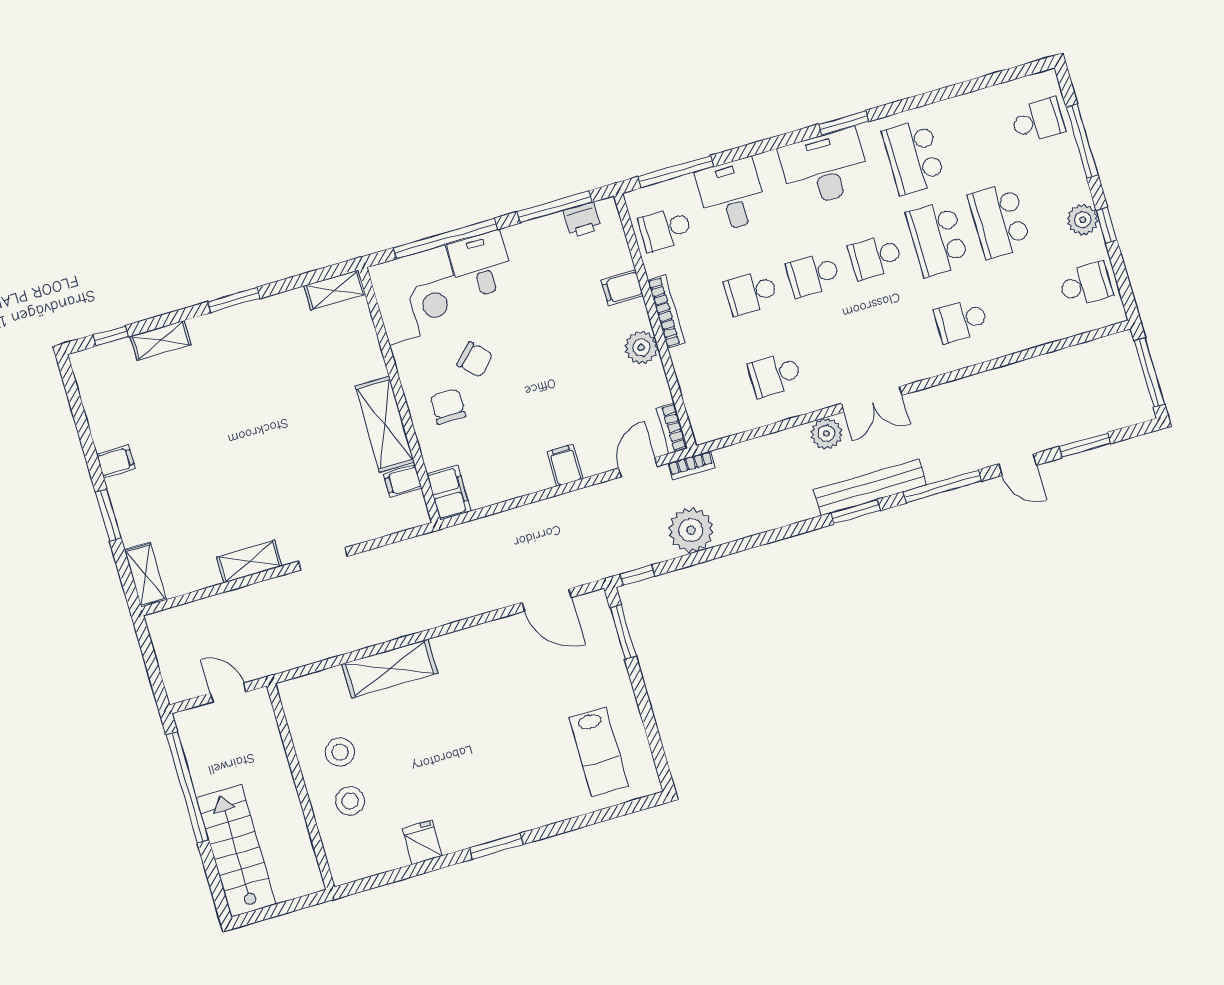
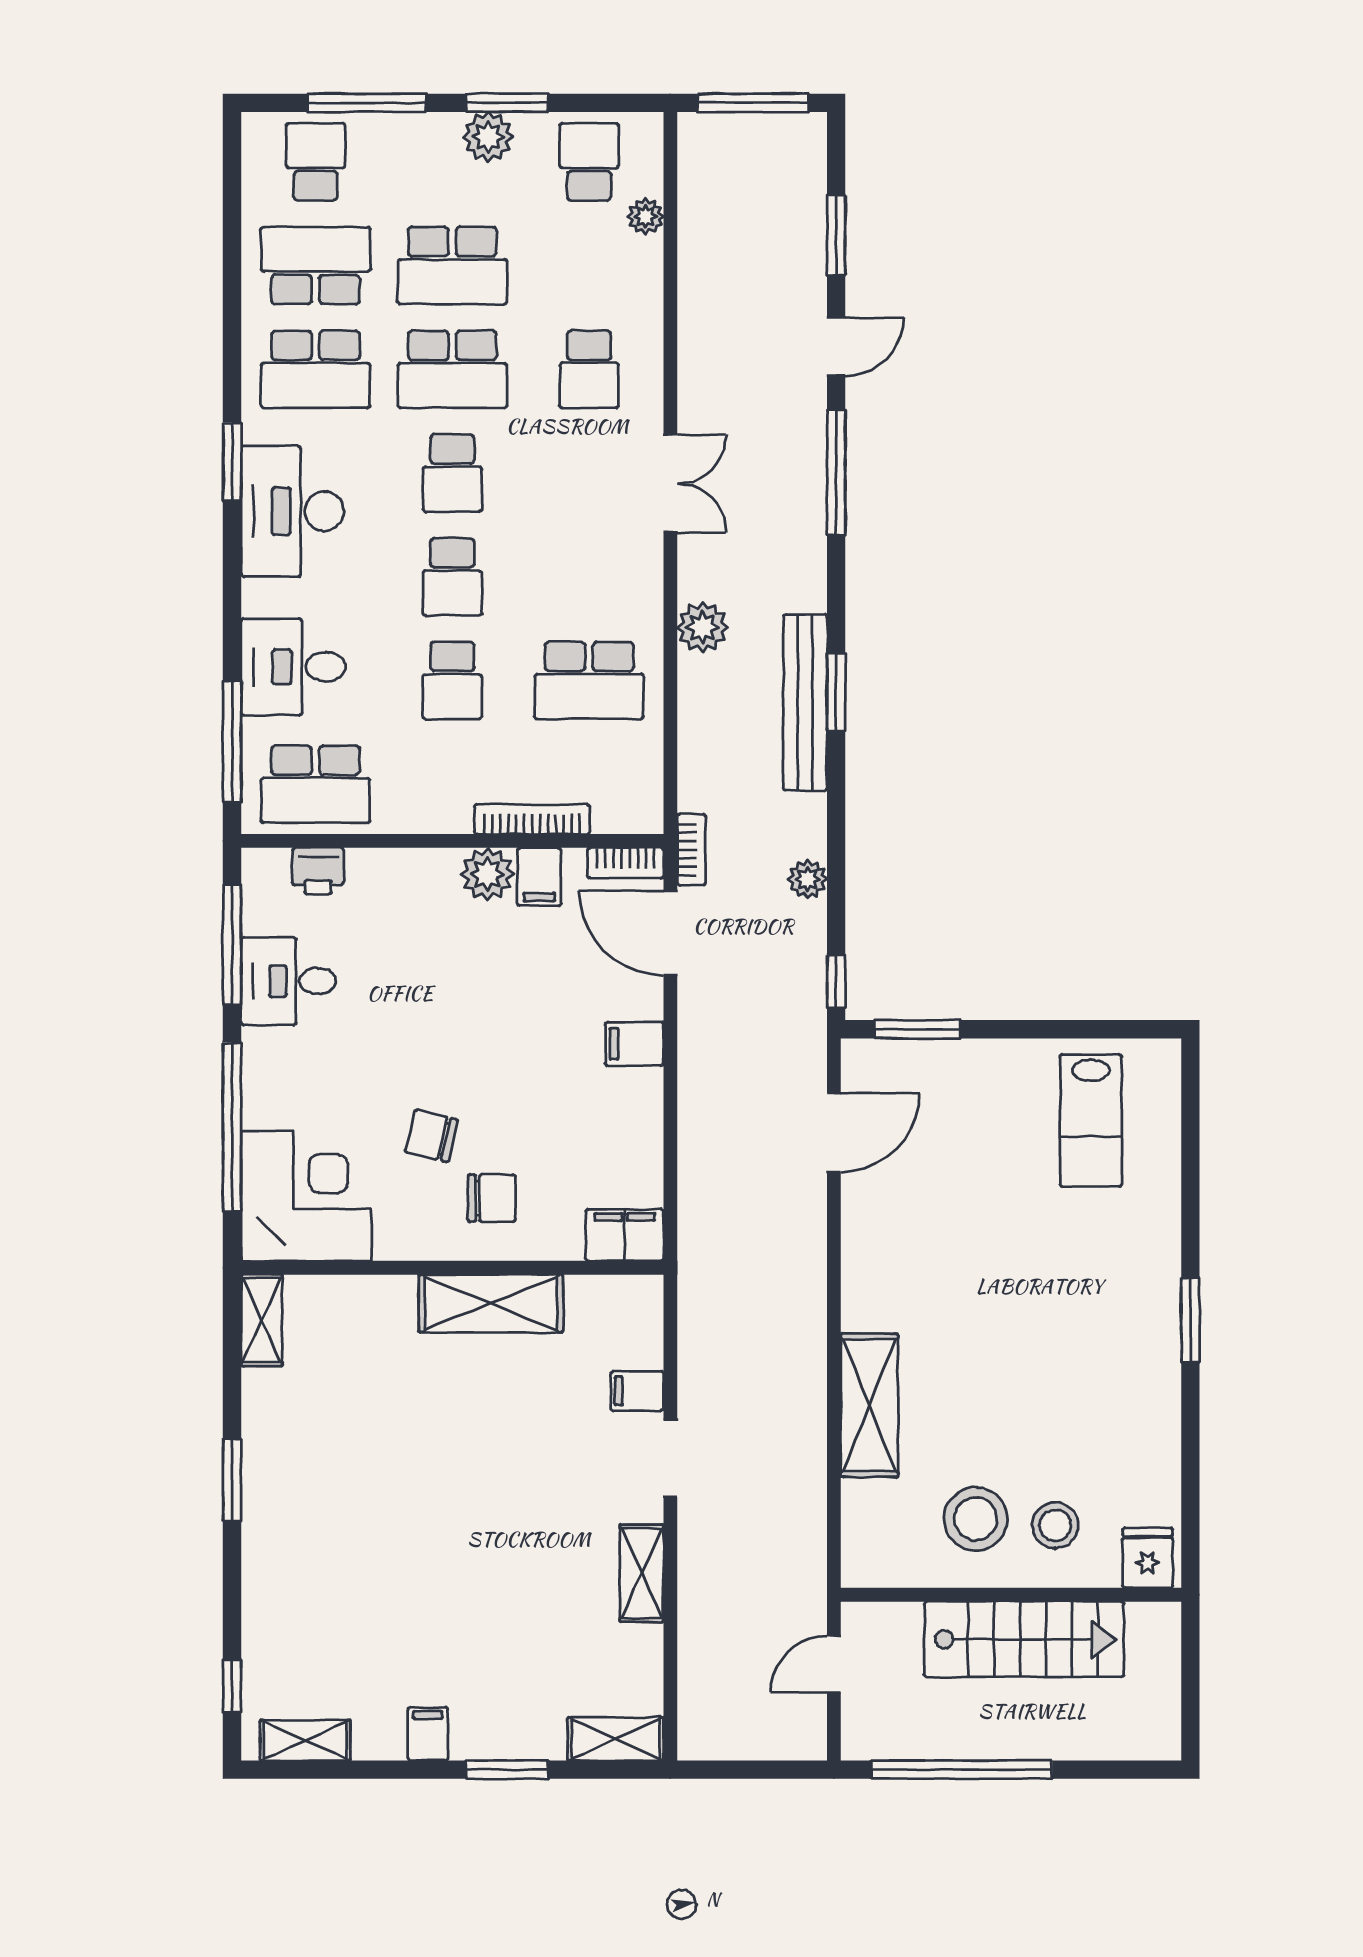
school desk: (976, 139) -> (316, 266), added
printer: (582, 220) -> (318, 871), moved, turned 90
window: (1107, 225) -> (507, 103), width x1.50
school desk: (665, 229) -> (316, 784), width x1.85
desk: (481, 265) -> (288, 981), moved
filing cabinet: (622, 288) -> (539, 877), moved
bookcase: (666, 312) -> (532, 819), moved
plant: (1063, 328) -> (646, 216), added
shelving: (160, 340) -> (305, 1740), moved, turned 90
chair: (475, 360) -> (431, 1136), turned -122
school desk: (775, 375) -> (589, 680), width x1.85
double door: (872, 399) -> (670, 484), moved
chair: (448, 406) -> (492, 1198), turned 180
door: (638, 467) -> (670, 933), width x1.37
filing cabinet: (403, 481) -> (637, 1391), moved, turned 90
bench: (870, 487) -> (805, 702), moved
window: (855, 512) -> (836, 692), moved
plant: (691, 530) -> (808, 879), width x0.53, depth x0.53
stool: (340, 752) -> (976, 1519), width x1.38, depth x1.38
lab bench: (599, 752) -> (1091, 1120), turned 90
fridge: (422, 842) -> (1148, 1558), moved, turned 90
stairs: (236, 851) -> (1024, 1639), moved, turned 180

